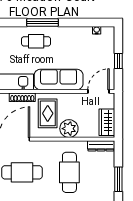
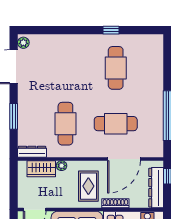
wardrobe: (107, 122) -> (41, 169), moved, turned 90
plant: (69, 129) -> (61, 166), width x0.53, depth x0.53

